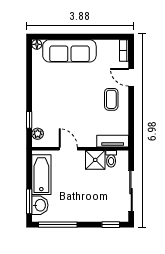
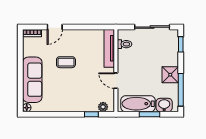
coffee table: (111, 99) -> (66, 62), moved
tv unit: (113, 141) -> (109, 48), width x1.41
door: (68, 149) -> (116, 81), hinge flipped
shower: (95, 160) -> (170, 75), moved
window: (29, 201) -> (149, 114), moved

